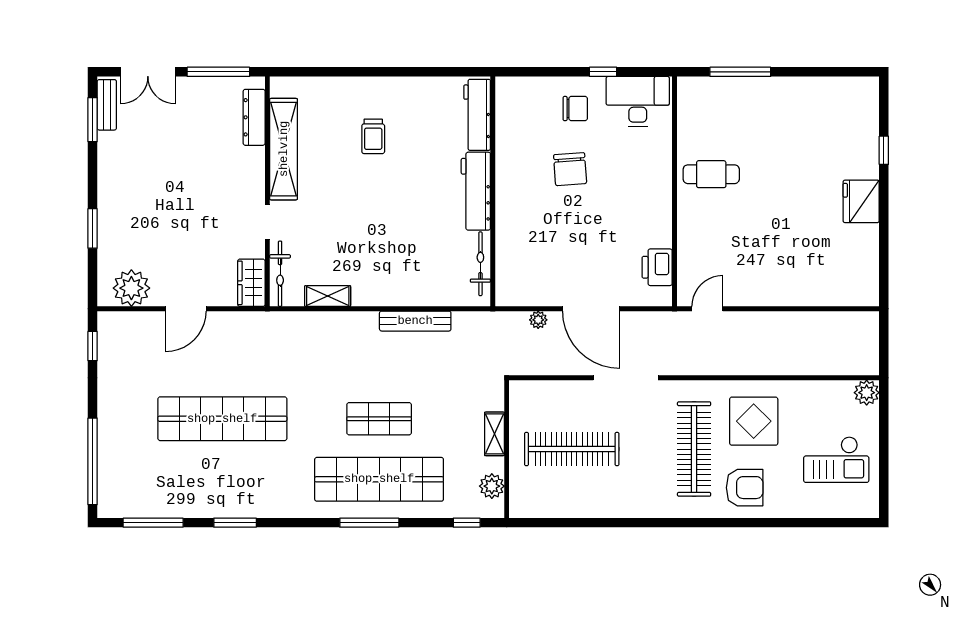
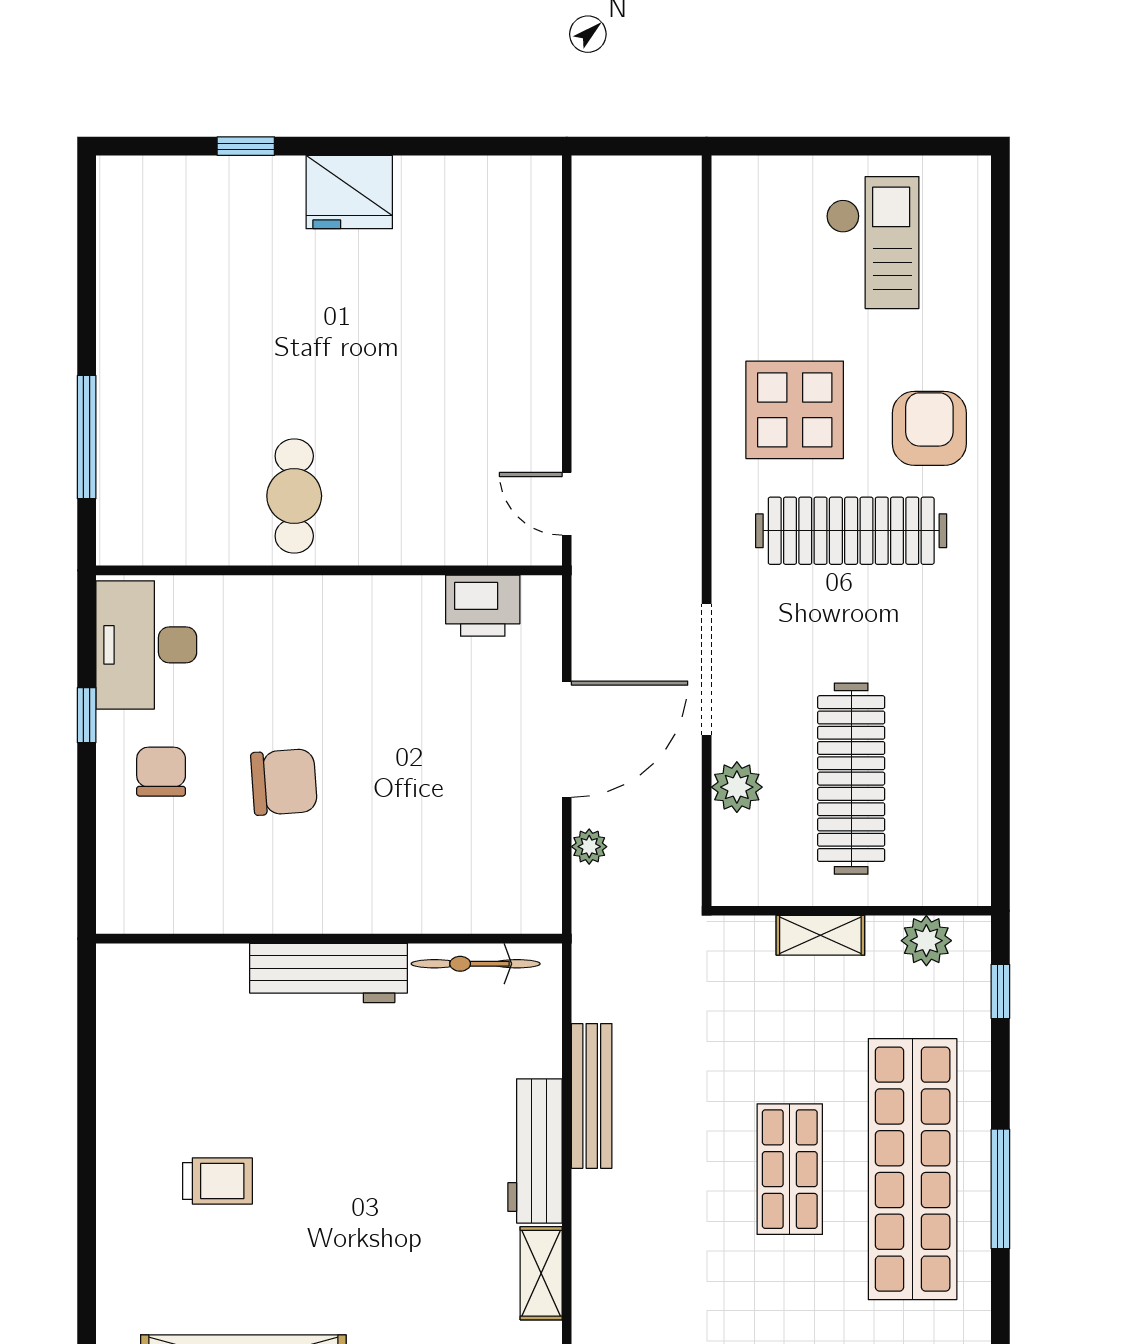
workbench: (477, 115) -> (535, 1151), moved, turned 90
plant: (867, 393) -> (737, 787), moved

